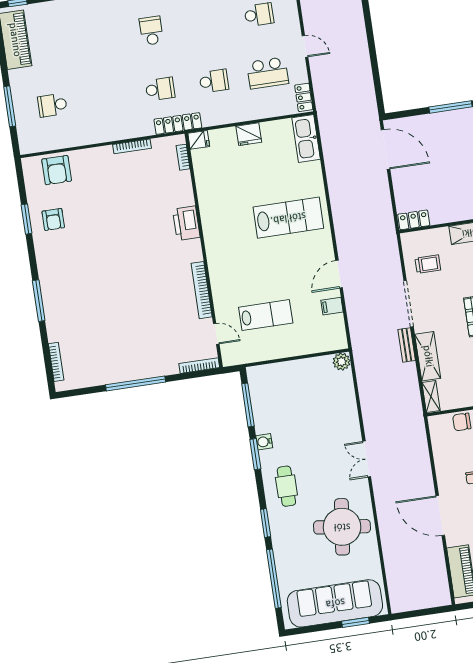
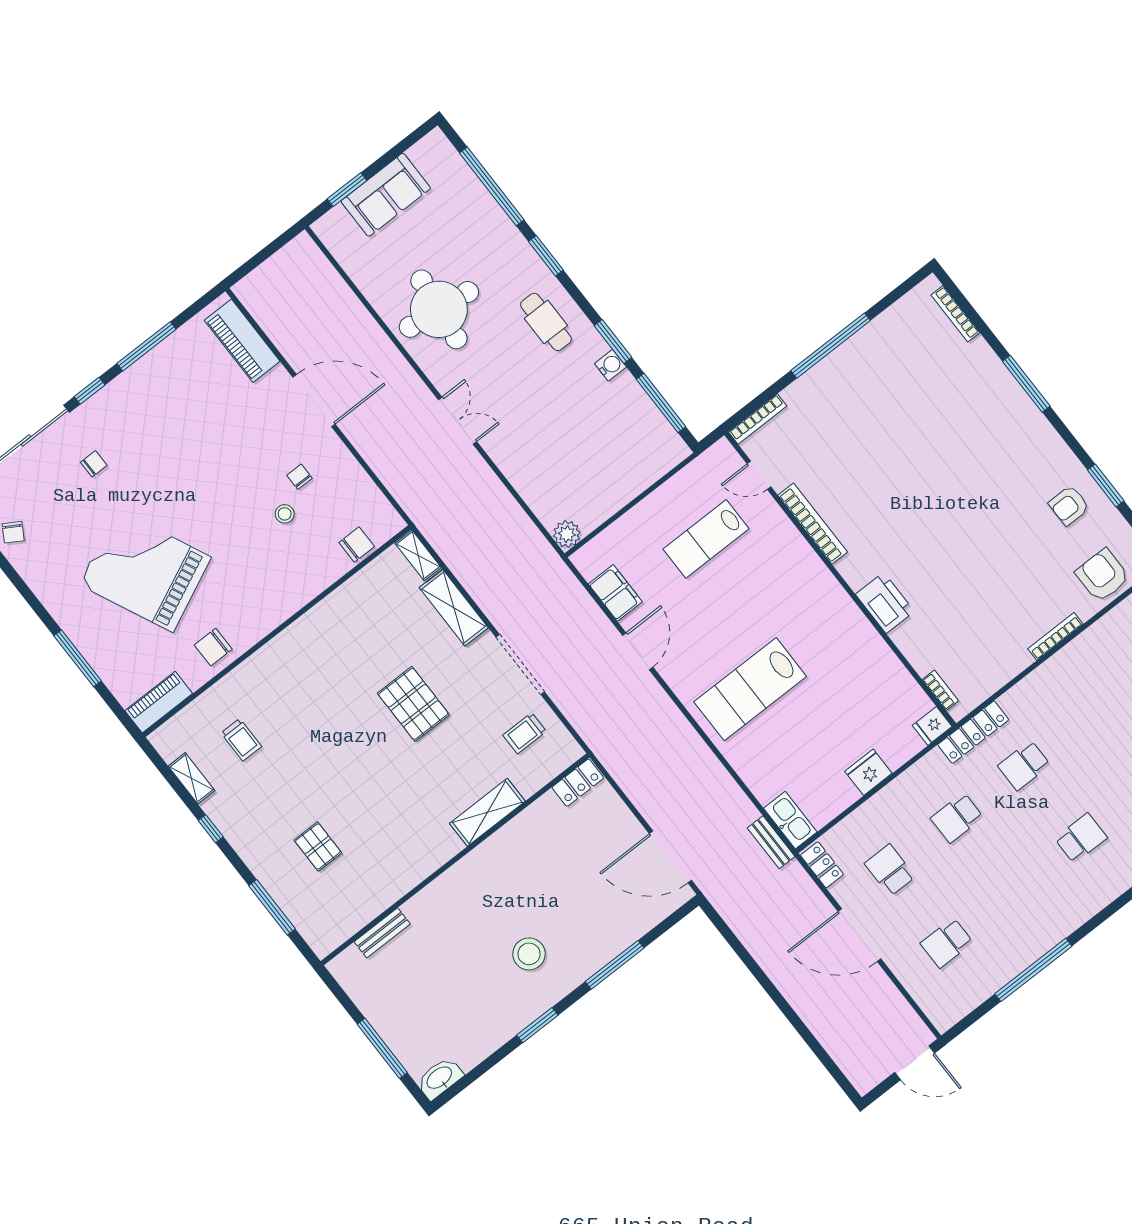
school desk: (151, 31) -> (1081, 838), turned -90
door: (305, 46) -> (859, 935), width x1.88
school desk: (268, 73) -> (890, 870), width x0.54
kitchen sink: (306, 138) -> (790, 820), width x0.73, depth x0.81
bookcase: (132, 146) -> (1055, 636), moved
armchair: (53, 219) -> (1069, 505), turned -90
filing cabinet: (332, 306) -> (615, 593), width x2.00
bench: (407, 345) -> (771, 842), moved
sofa: (335, 603) -> (386, 195), width x0.54, depth x0.79

